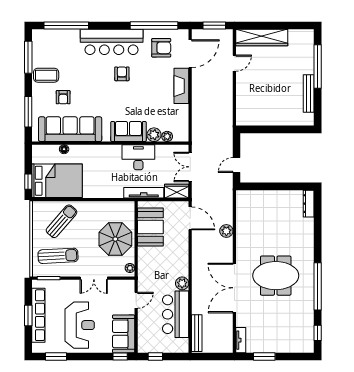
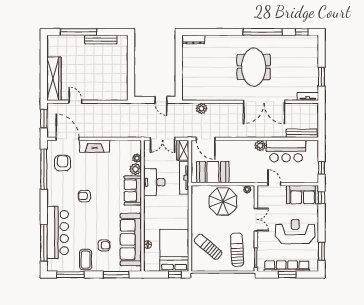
bar counter: (112, 42) -> (58, 233), moved
door: (190, 218) -> (206, 139), swing flipped
plant: (226, 231) -> (201, 108), moved

